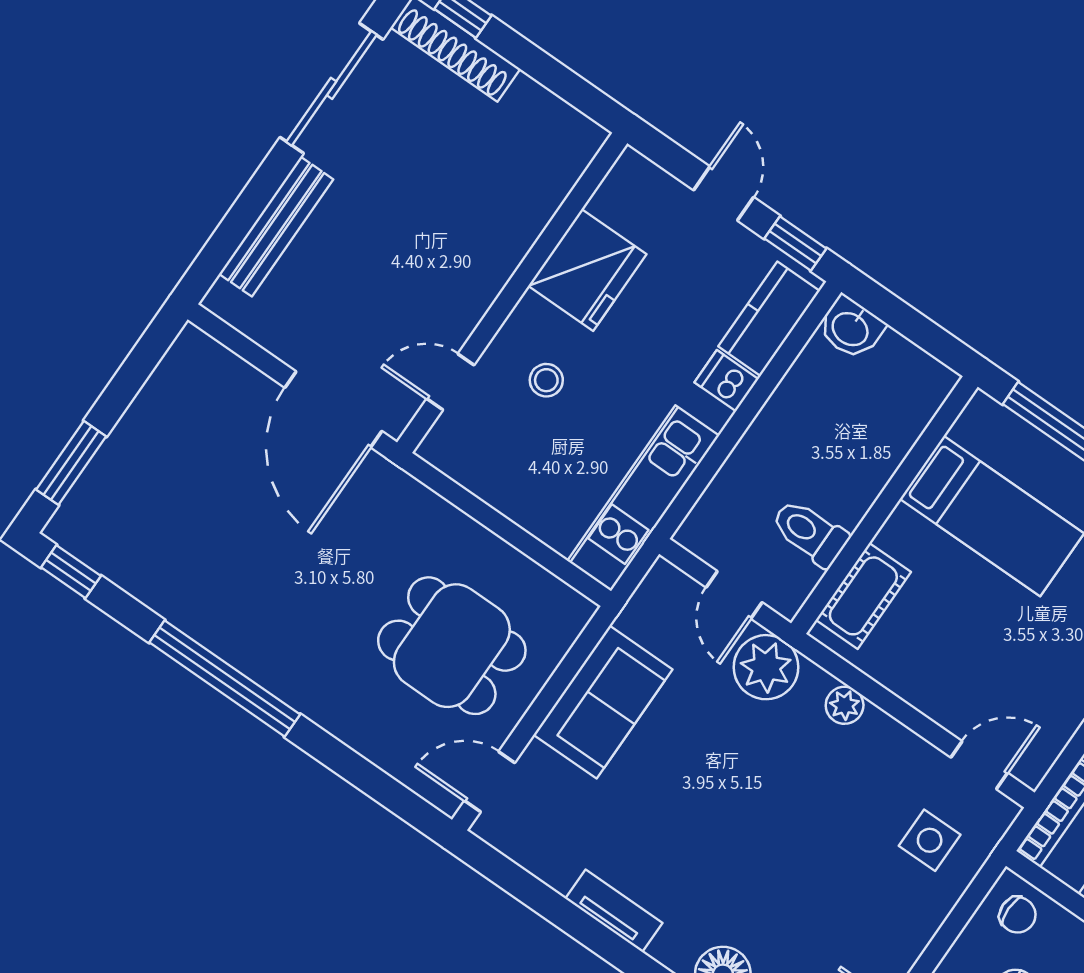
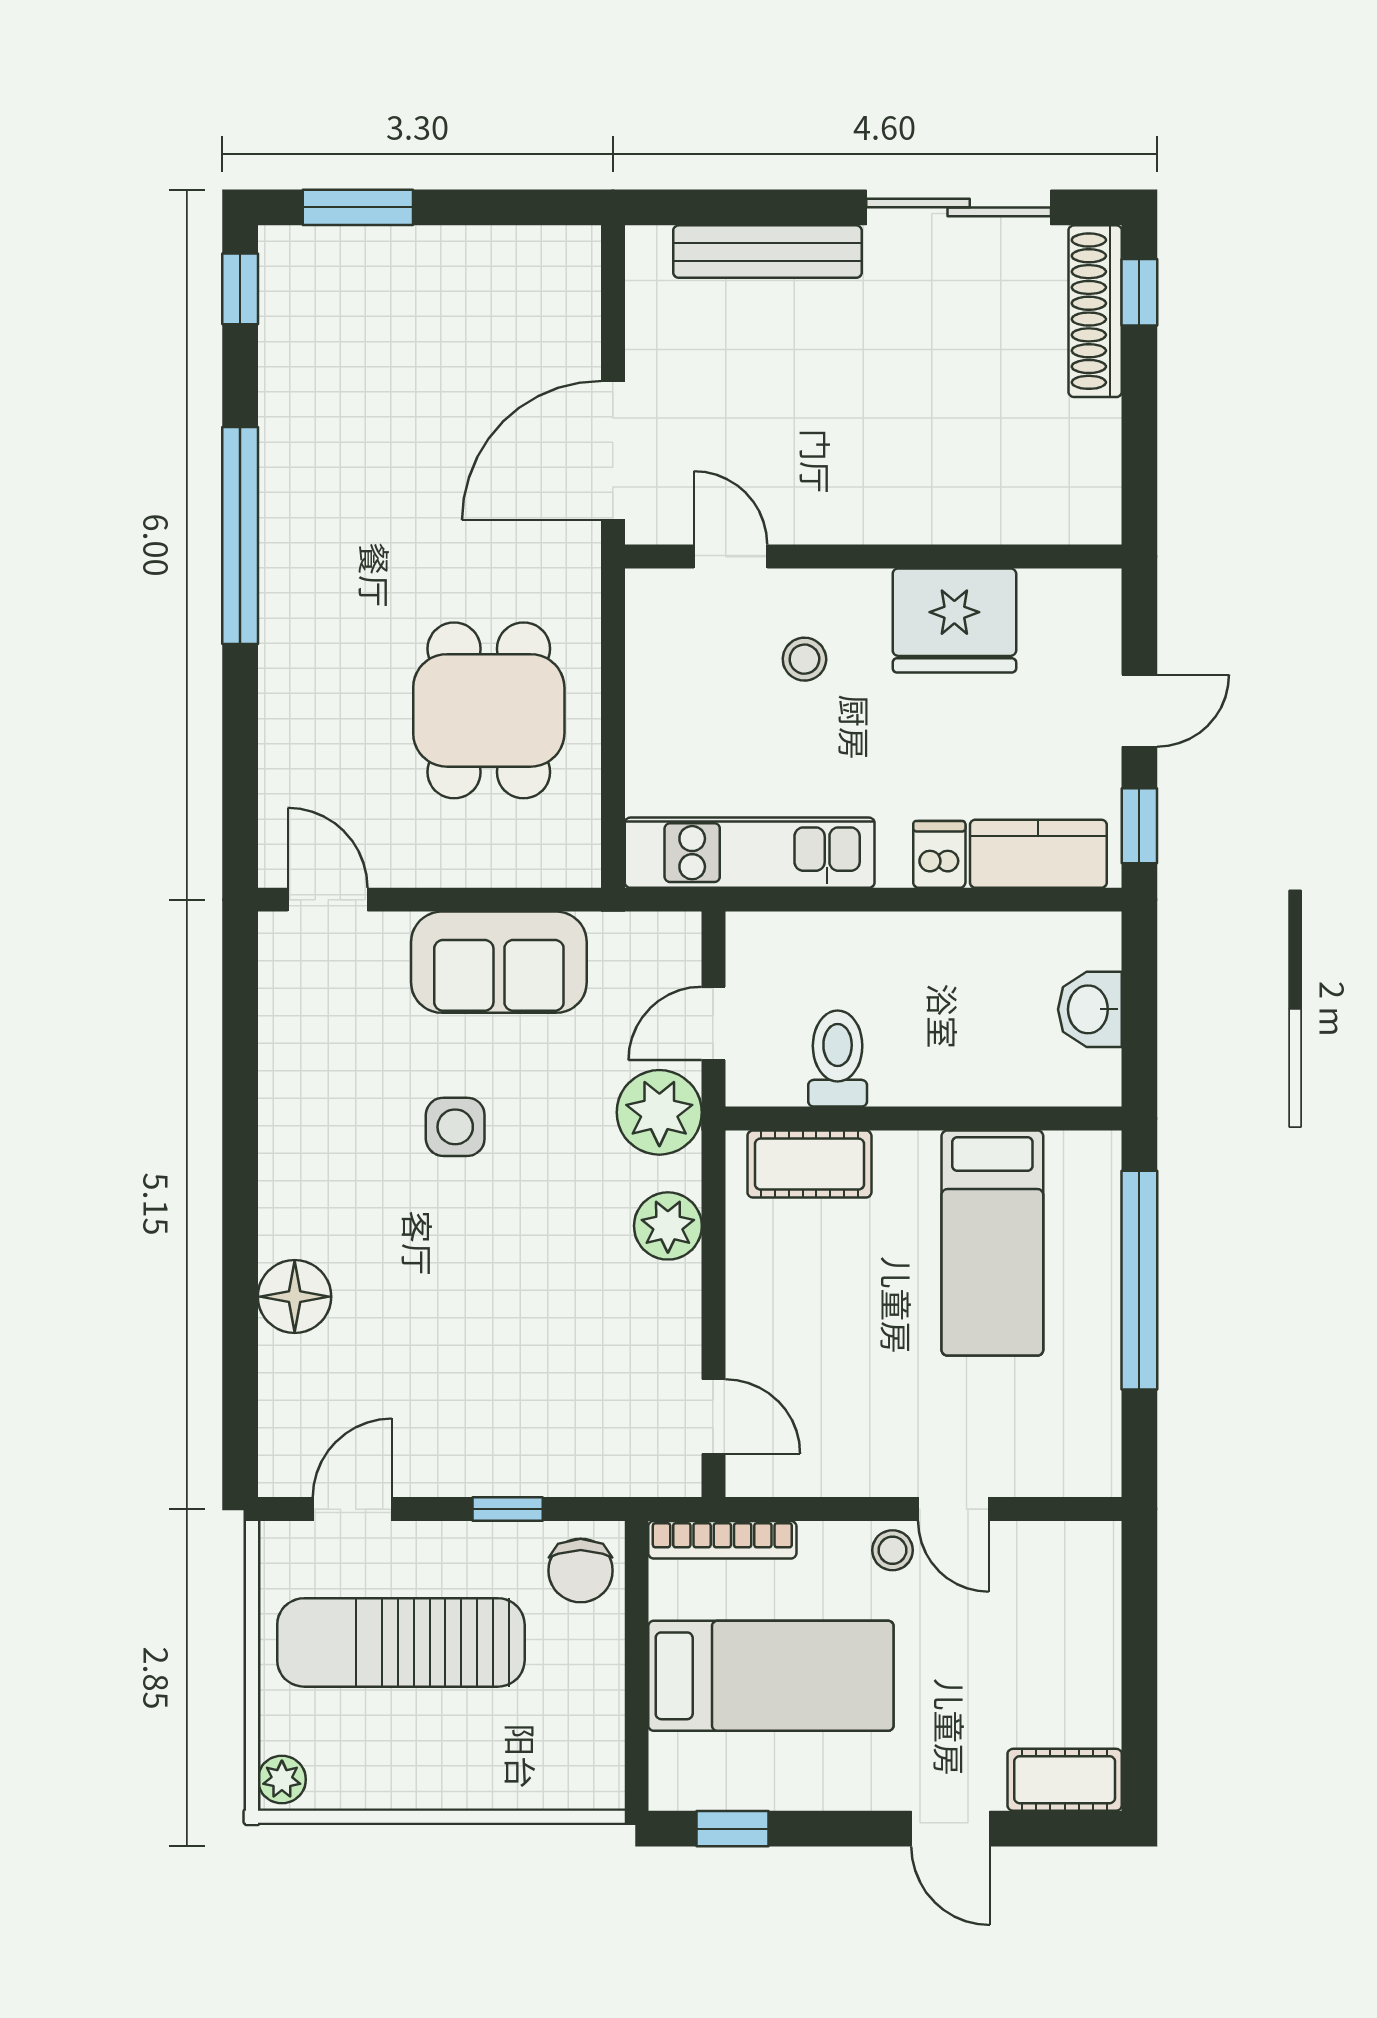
washbasin: (851, 328) -> (1090, 1009), moved
dining table: (452, 646) -> (489, 710), moved
plant: (845, 705) -> (668, 1226), width x1.38, depth x1.38
side table: (930, 840) -> (455, 1127), moved
tv unit: (614, 911) -> (281, 1131), removed
chair: (1018, 915) -> (581, 1571), width x1.37, depth x1.37
window: (948, 934) -> (508, 1509), added

